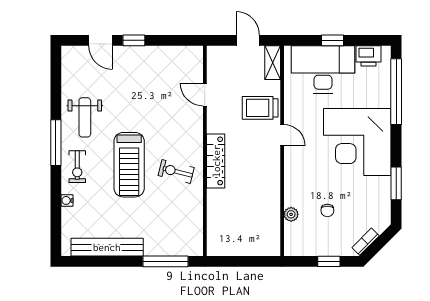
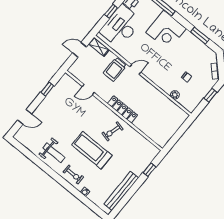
window: (134, 40) -> (47, 89), moved
corner desk: (357, 142) -> (166, 30), width x0.74, depth x0.74
window: (56, 143) -> (54, 175), removed
treadmill: (129, 165) -> (92, 150), turned 180
window: (166, 261) -> (150, 170), width x0.46

